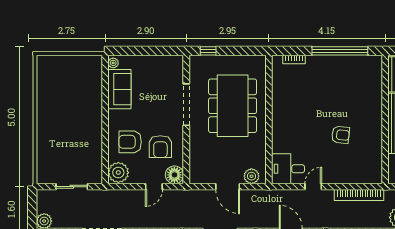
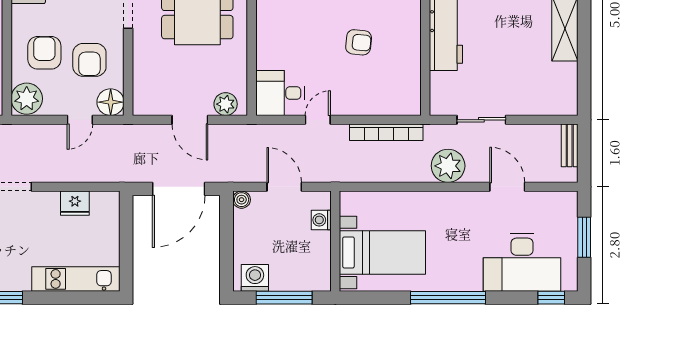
armchair: (130, 142) -> (44, 53), turned 90

